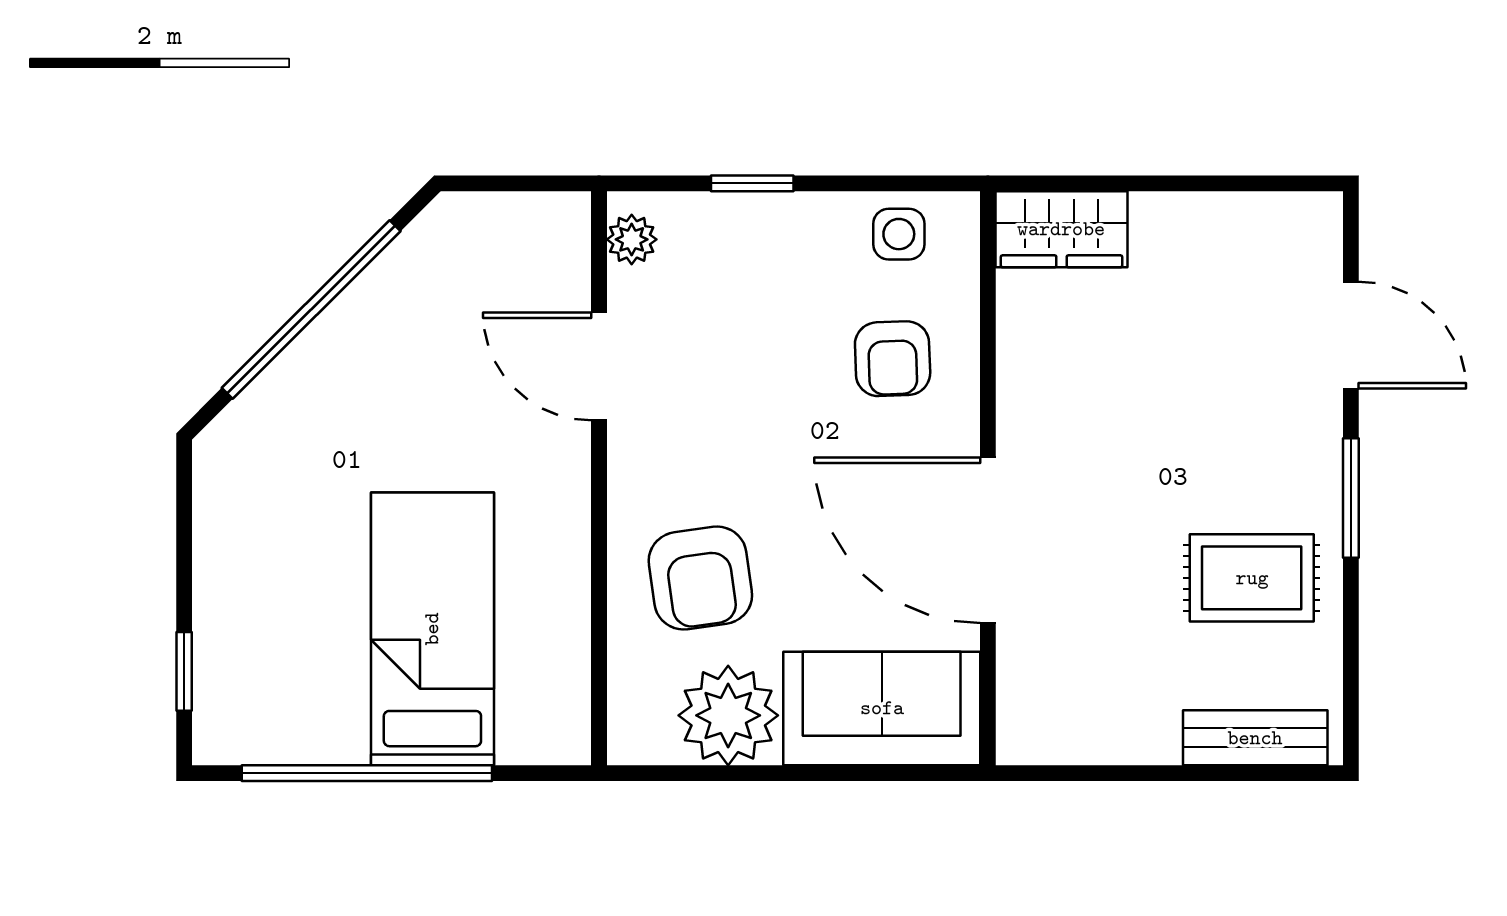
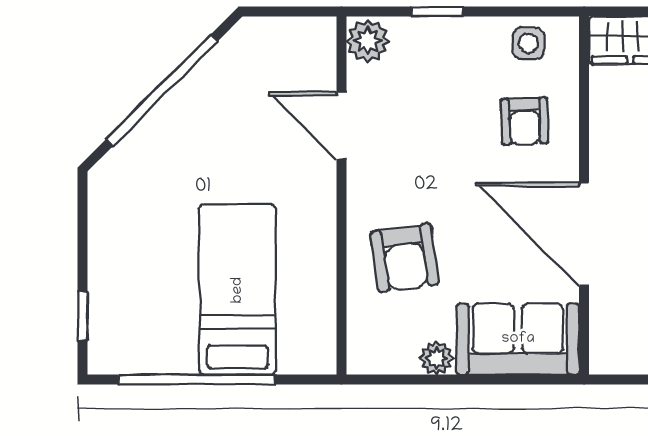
plant: (632, 239) -> (368, 41), width x1.38, depth x1.38
plant: (728, 715) -> (437, 358), width x0.53, depth x0.53

